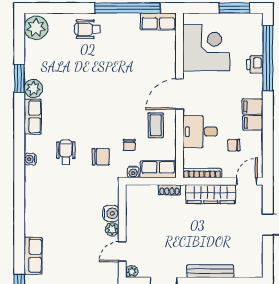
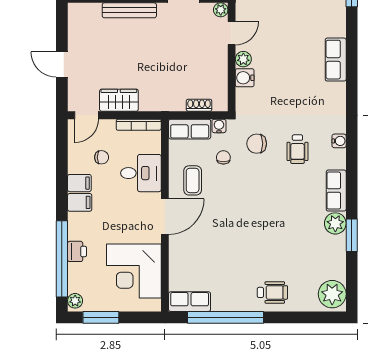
plant: (257, 22) -> (75, 301), added
shoe rack: (169, 190) -> (199, 105), moved
wardrobe: (211, 194) -> (119, 100), width x0.67
row of seats: (33, 256) -> (336, 60), moved

